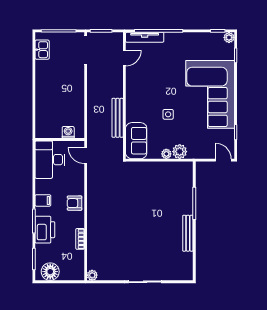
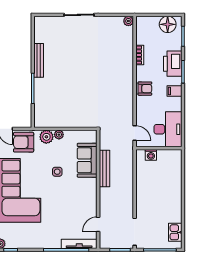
sofa: (136, 141) -> (87, 160), moved
armchair: (204, 146) -> (24, 142), added

